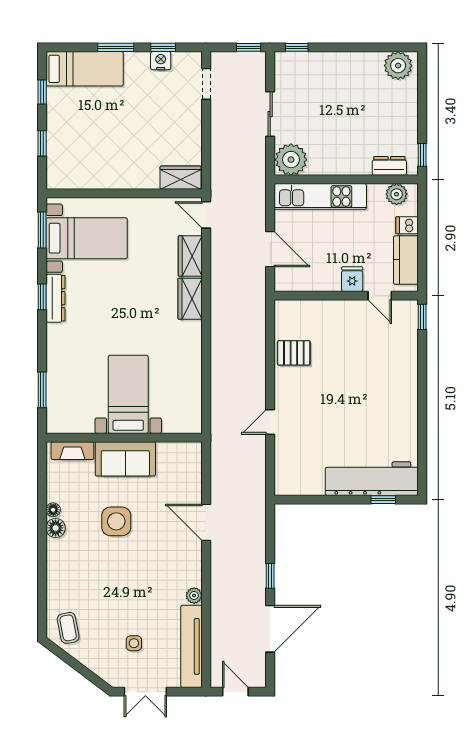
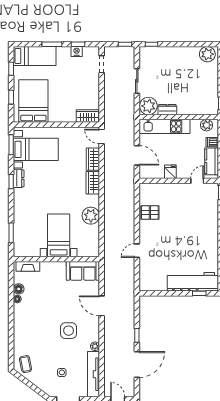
bed: (82, 151) -> (33, 101), added
dresser: (389, 166) -> (167, 110), moved
fridge: (352, 279) -> (170, 172), moved
door: (380, 296) -> (197, 181), swing flipped
dresser: (55, 298) -> (19, 178), width x0.70
plant: (186, 359) -> (91, 216), added
sofa: (125, 459) -> (83, 271), moved
side table: (116, 521) -> (69, 331), moved
floor lamp: (56, 528) -> (19, 289), moved

